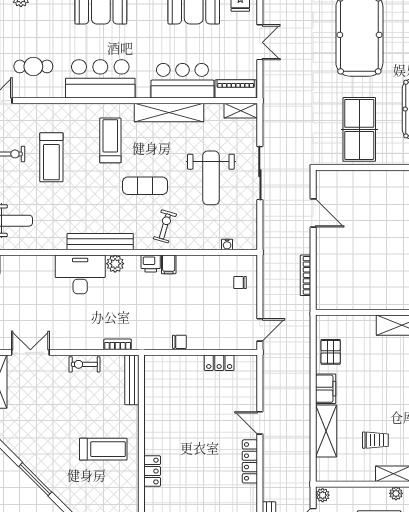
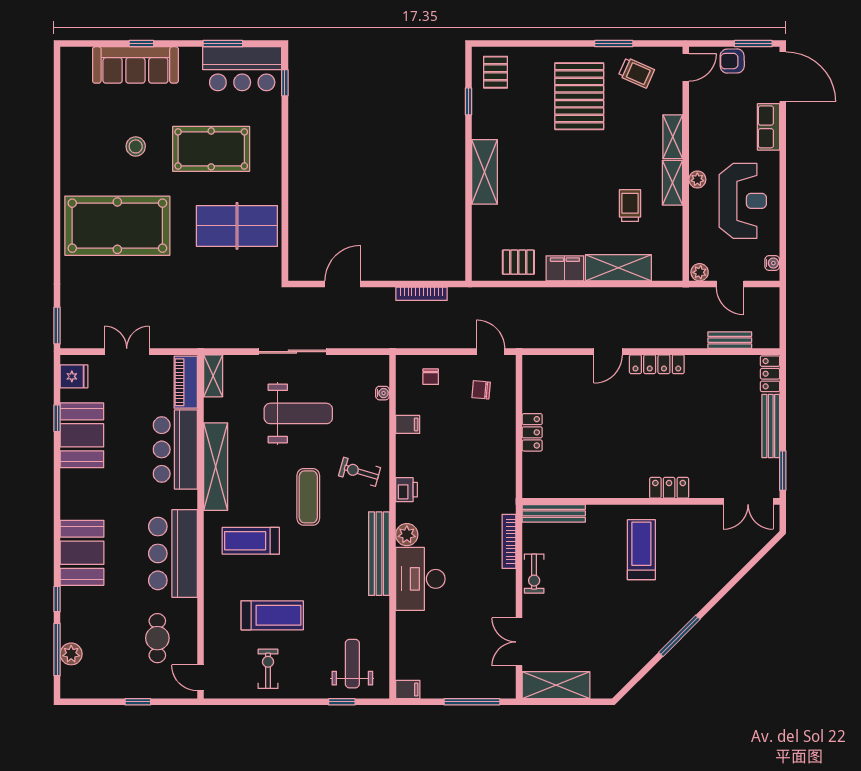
filing cabinet: (169, 264) -> (408, 424), moved
chair: (179, 342) -> (481, 390), moved, turned -85
bookcase: (118, 344) -> (509, 541), width x1.56
locker: (219, 363) -> (532, 432), moved

